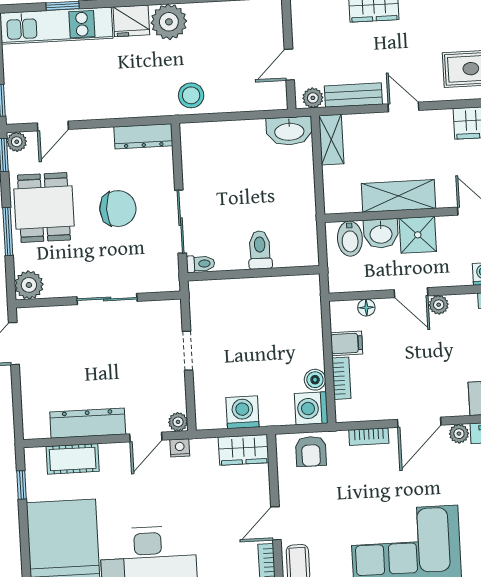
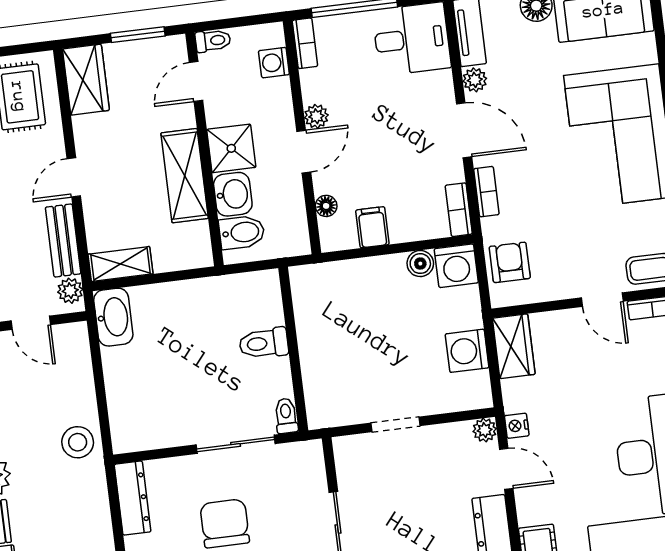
bookcase: (341, 378) -> (459, 210), moved, turned -90
armchair: (311, 451) -> (510, 262), turned -90

